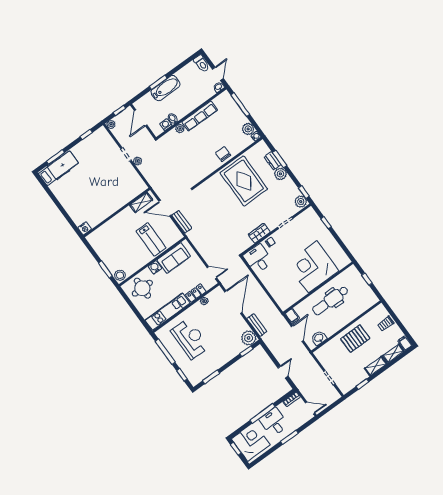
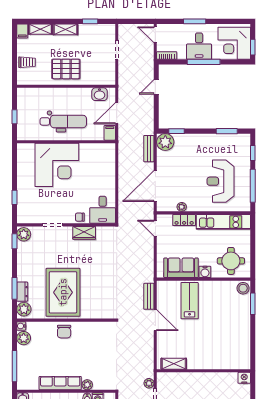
plant: (280, 174) -> (24, 309), moved
shelving: (141, 202) -> (174, 364), moved
wall: (117, 213) -> (204, 371), moved
nightstand: (85, 228) -> (244, 378), moved

